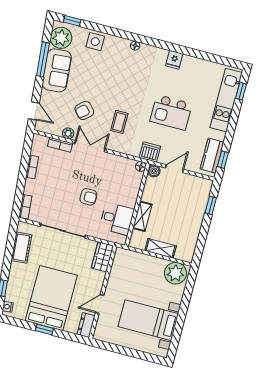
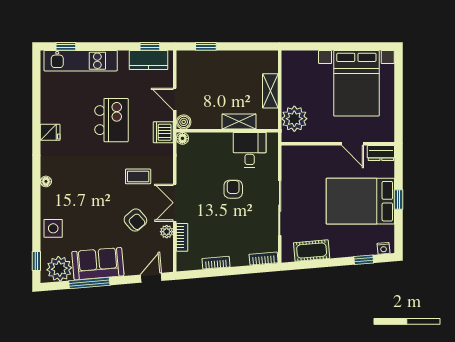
wardrobe: (102, 257) -> (298, 155), removed
plant: (175, 273) -> (294, 119), moved
bed with nightstands: (148, 320) -> (356, 83), width x1.36

